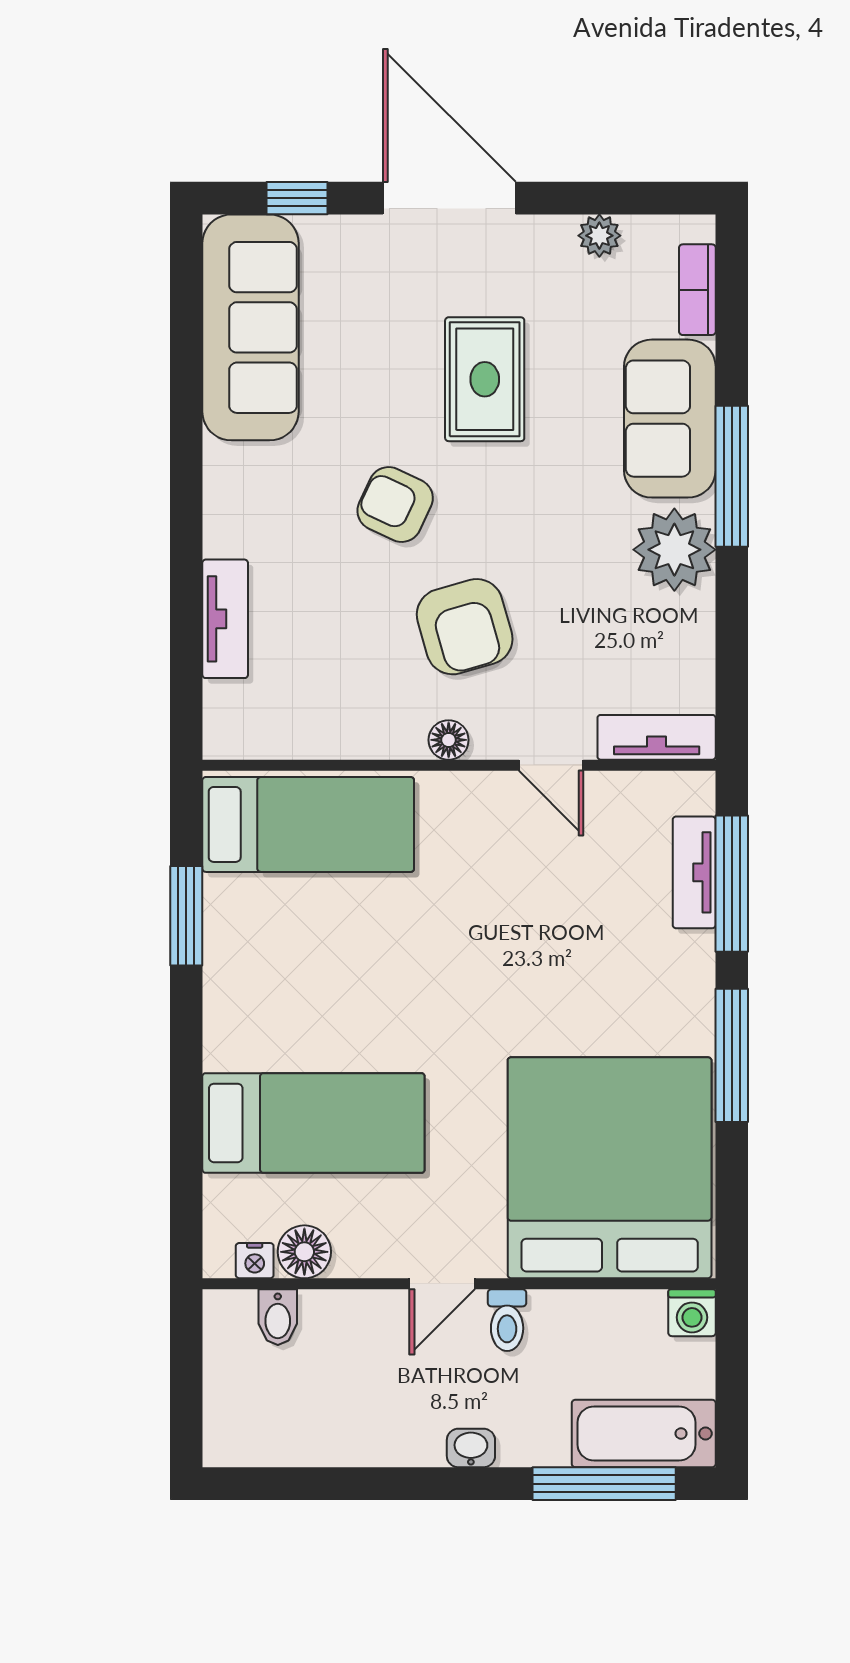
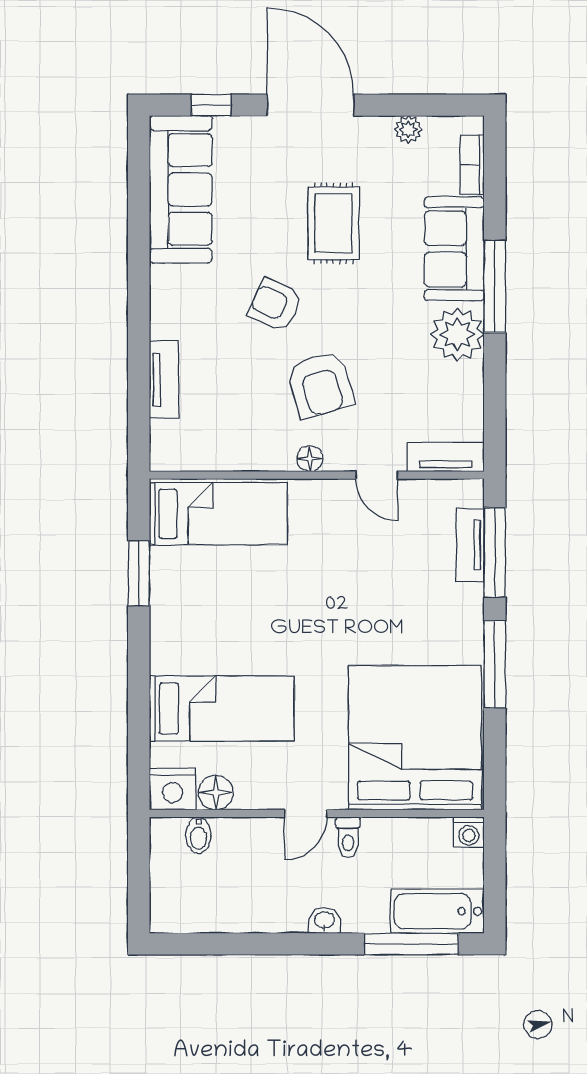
nightstand: (255, 1261) -> (172, 789), width x1.89, depth x1.79

